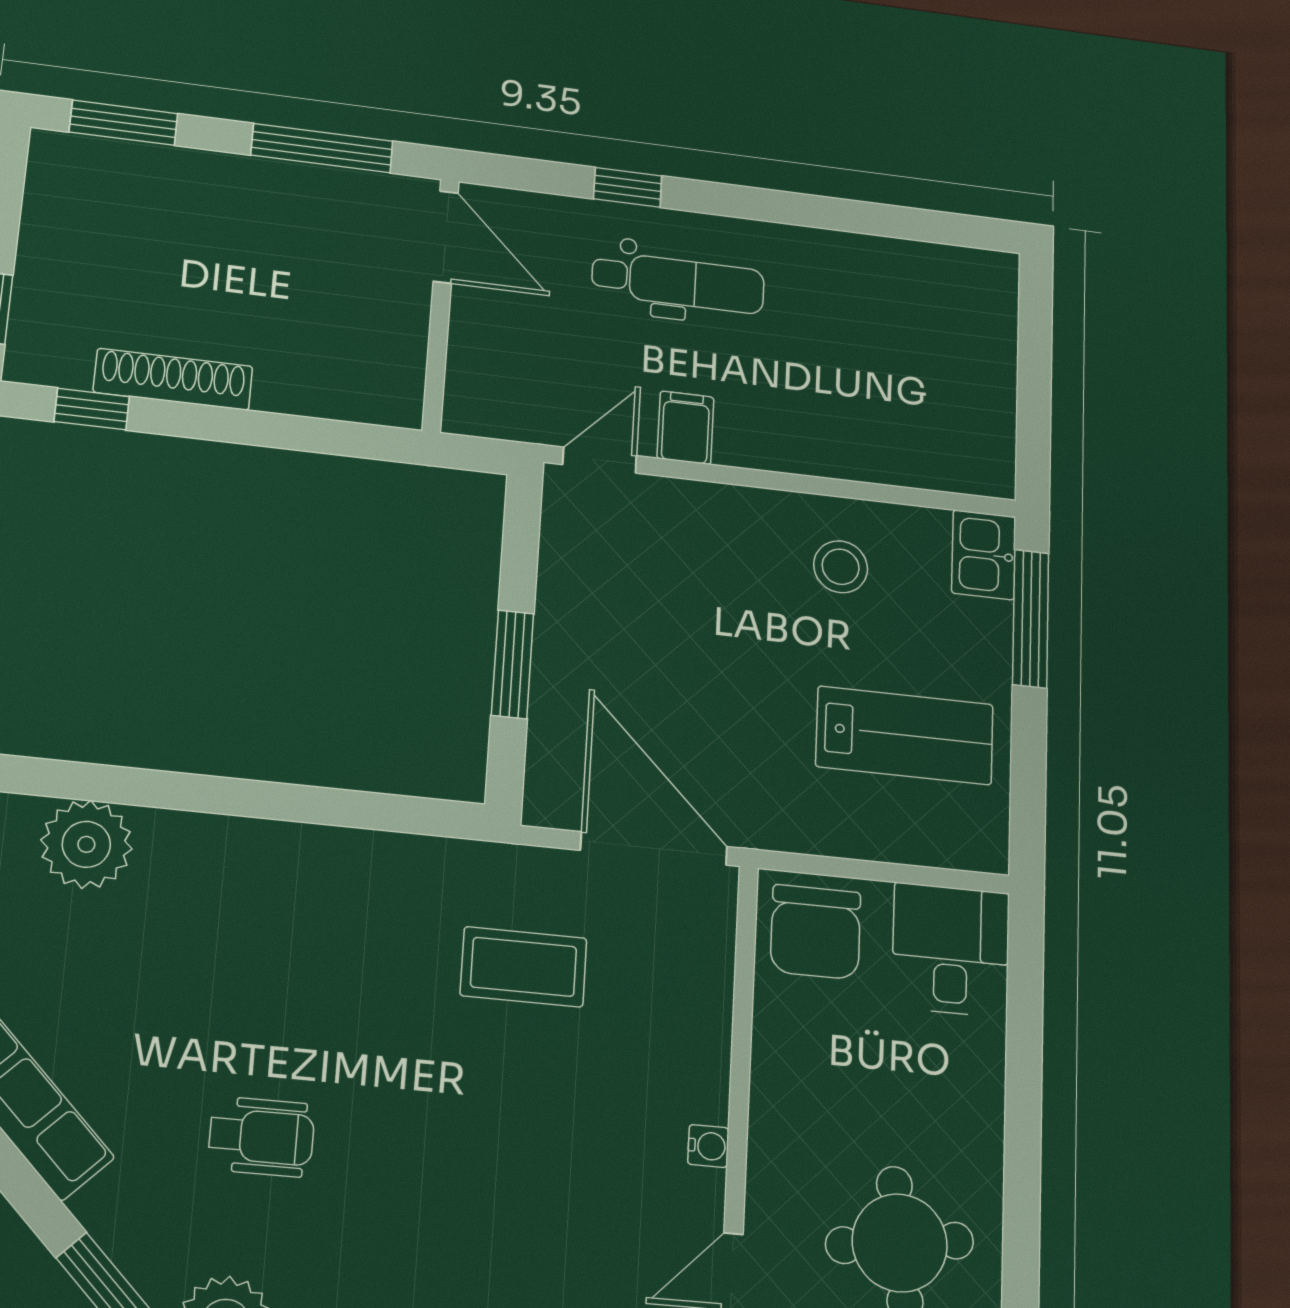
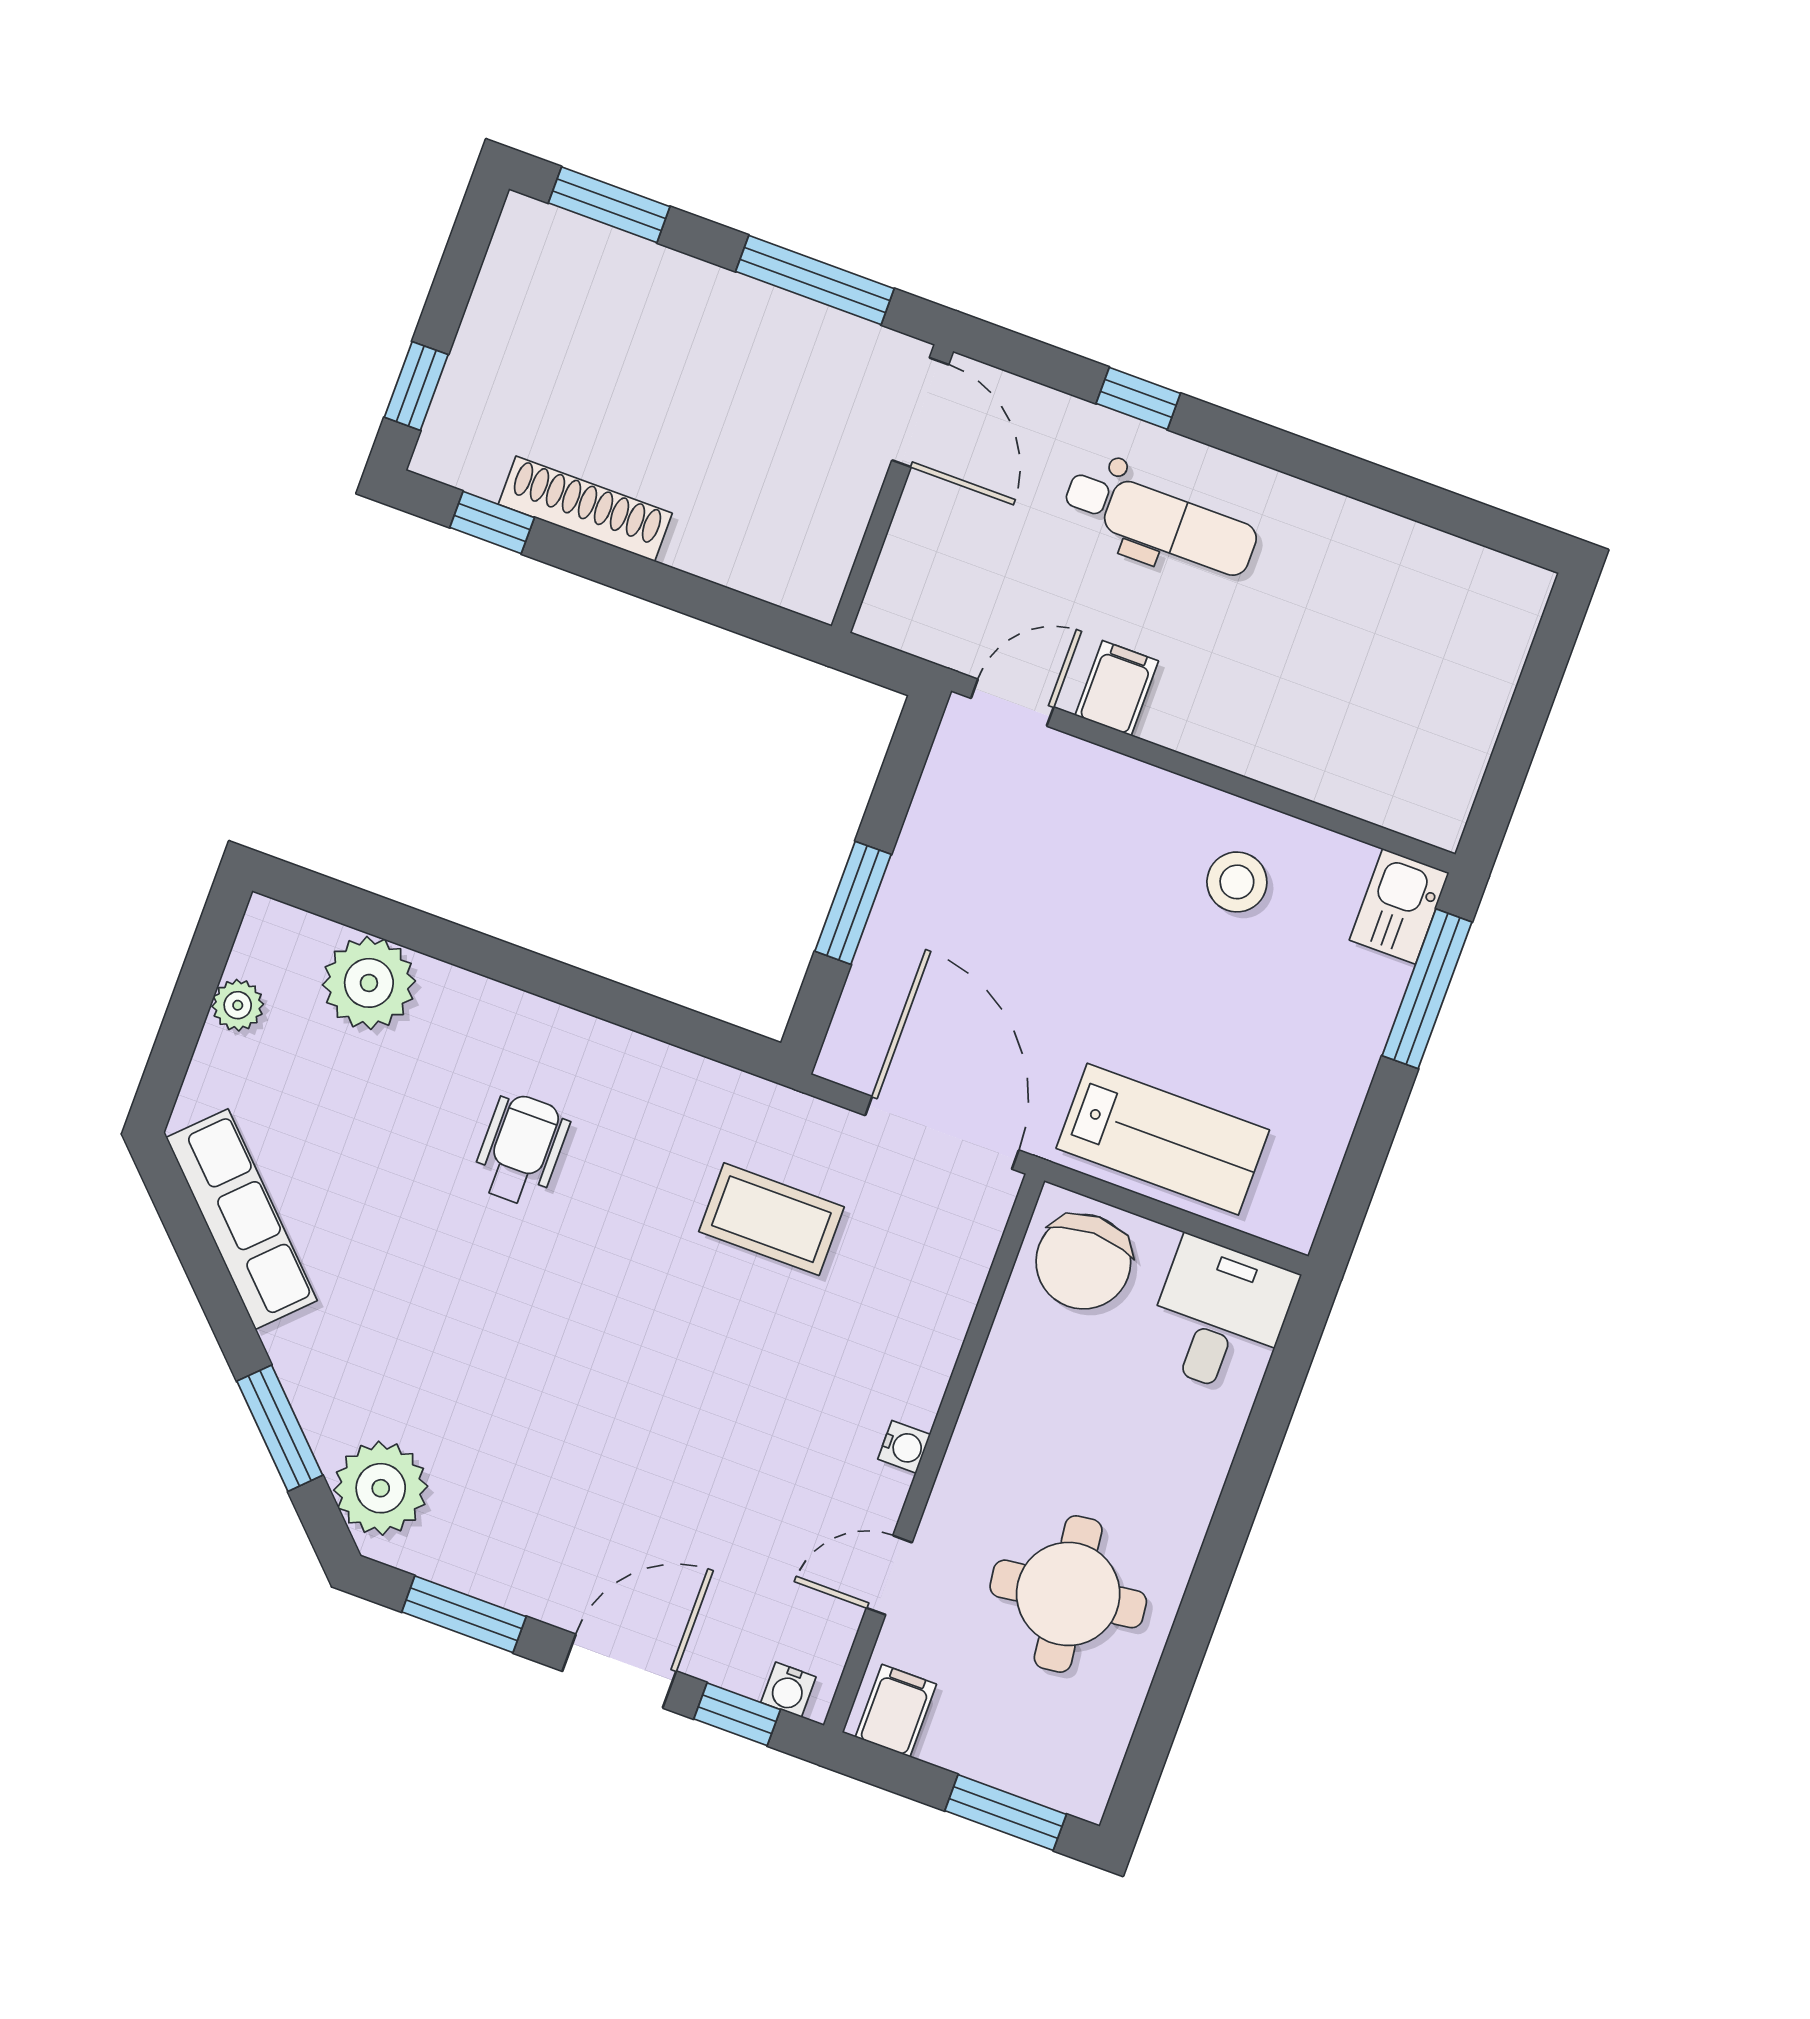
lab bench: (905, 735) -> (1163, 1139), moved
wheelchair: (261, 1137) -> (521, 1150), moved, turned -90

